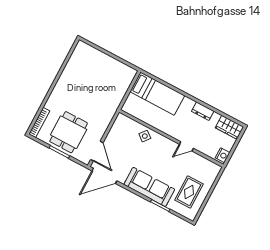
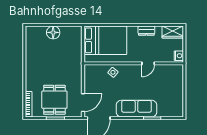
floor lamp: (105, 61) -> (53, 32), added
bed: (157, 94) -> (105, 40), width x1.50
door: (97, 151) -> (83, 103), hinge flipped
rug: (189, 192) -> (168, 97), removed

